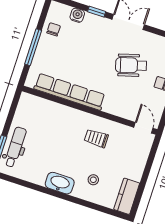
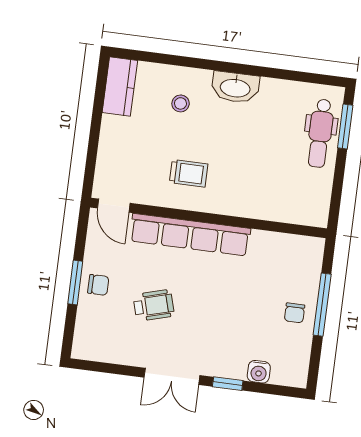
chair: (54, 29) -> (295, 313), moved
wheelchair: (131, 65) -> (154, 305), width x0.73, depth x0.73
row of seats: (70, 92) -> (190, 235), moved

